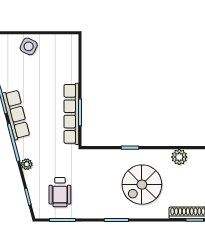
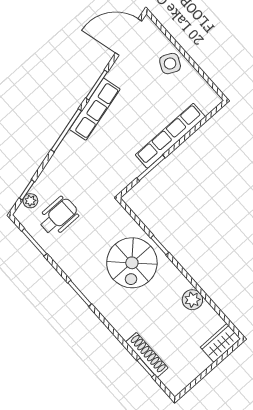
row of seats: (71, 114) -> (170, 136), moved
plant: (27, 164) -> (30, 201), moved
spiral stairs: (142, 185) -> (132, 263), moved, turned -90
wheelchair: (60, 192) -> (58, 216), turned 180

